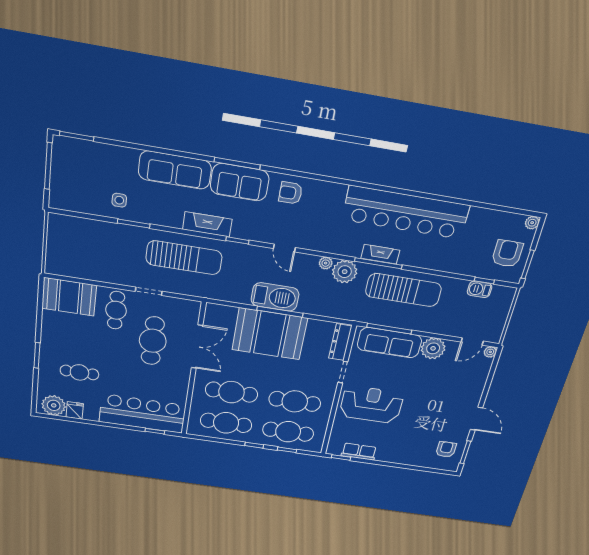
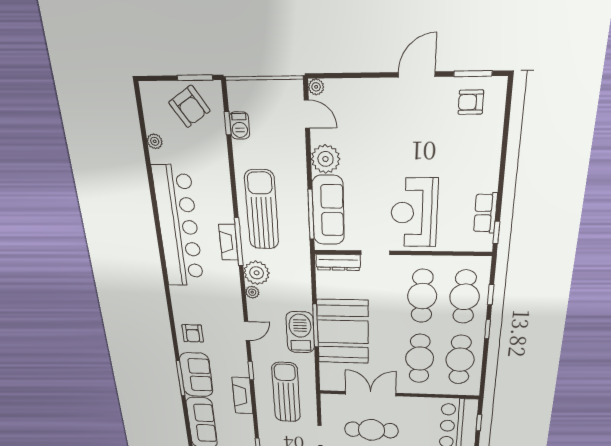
plant: (532, 223) -> (155, 141), moved
armchair: (507, 253) -> (189, 107), turned -123
sun lounger: (184, 258) -> (286, 392), moved

